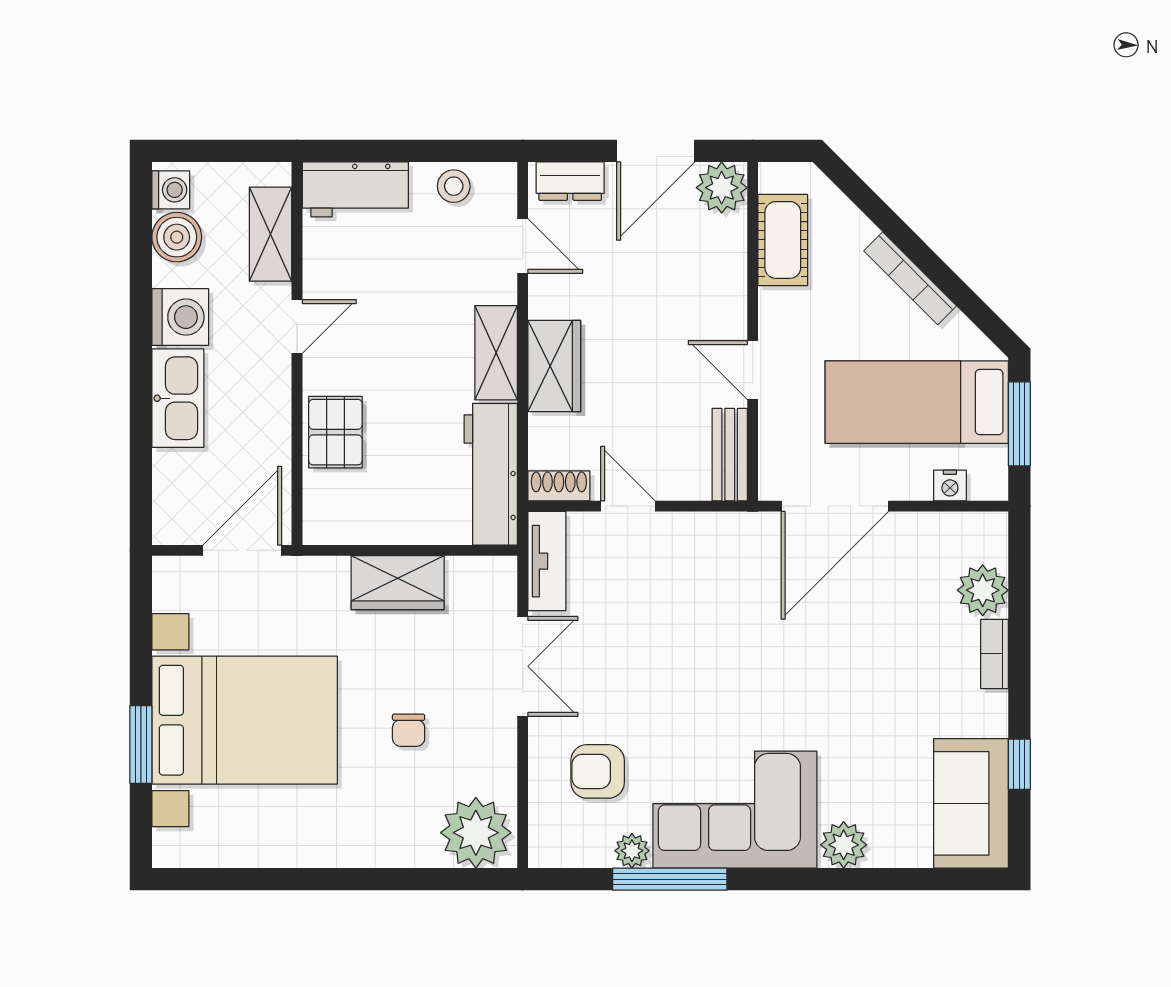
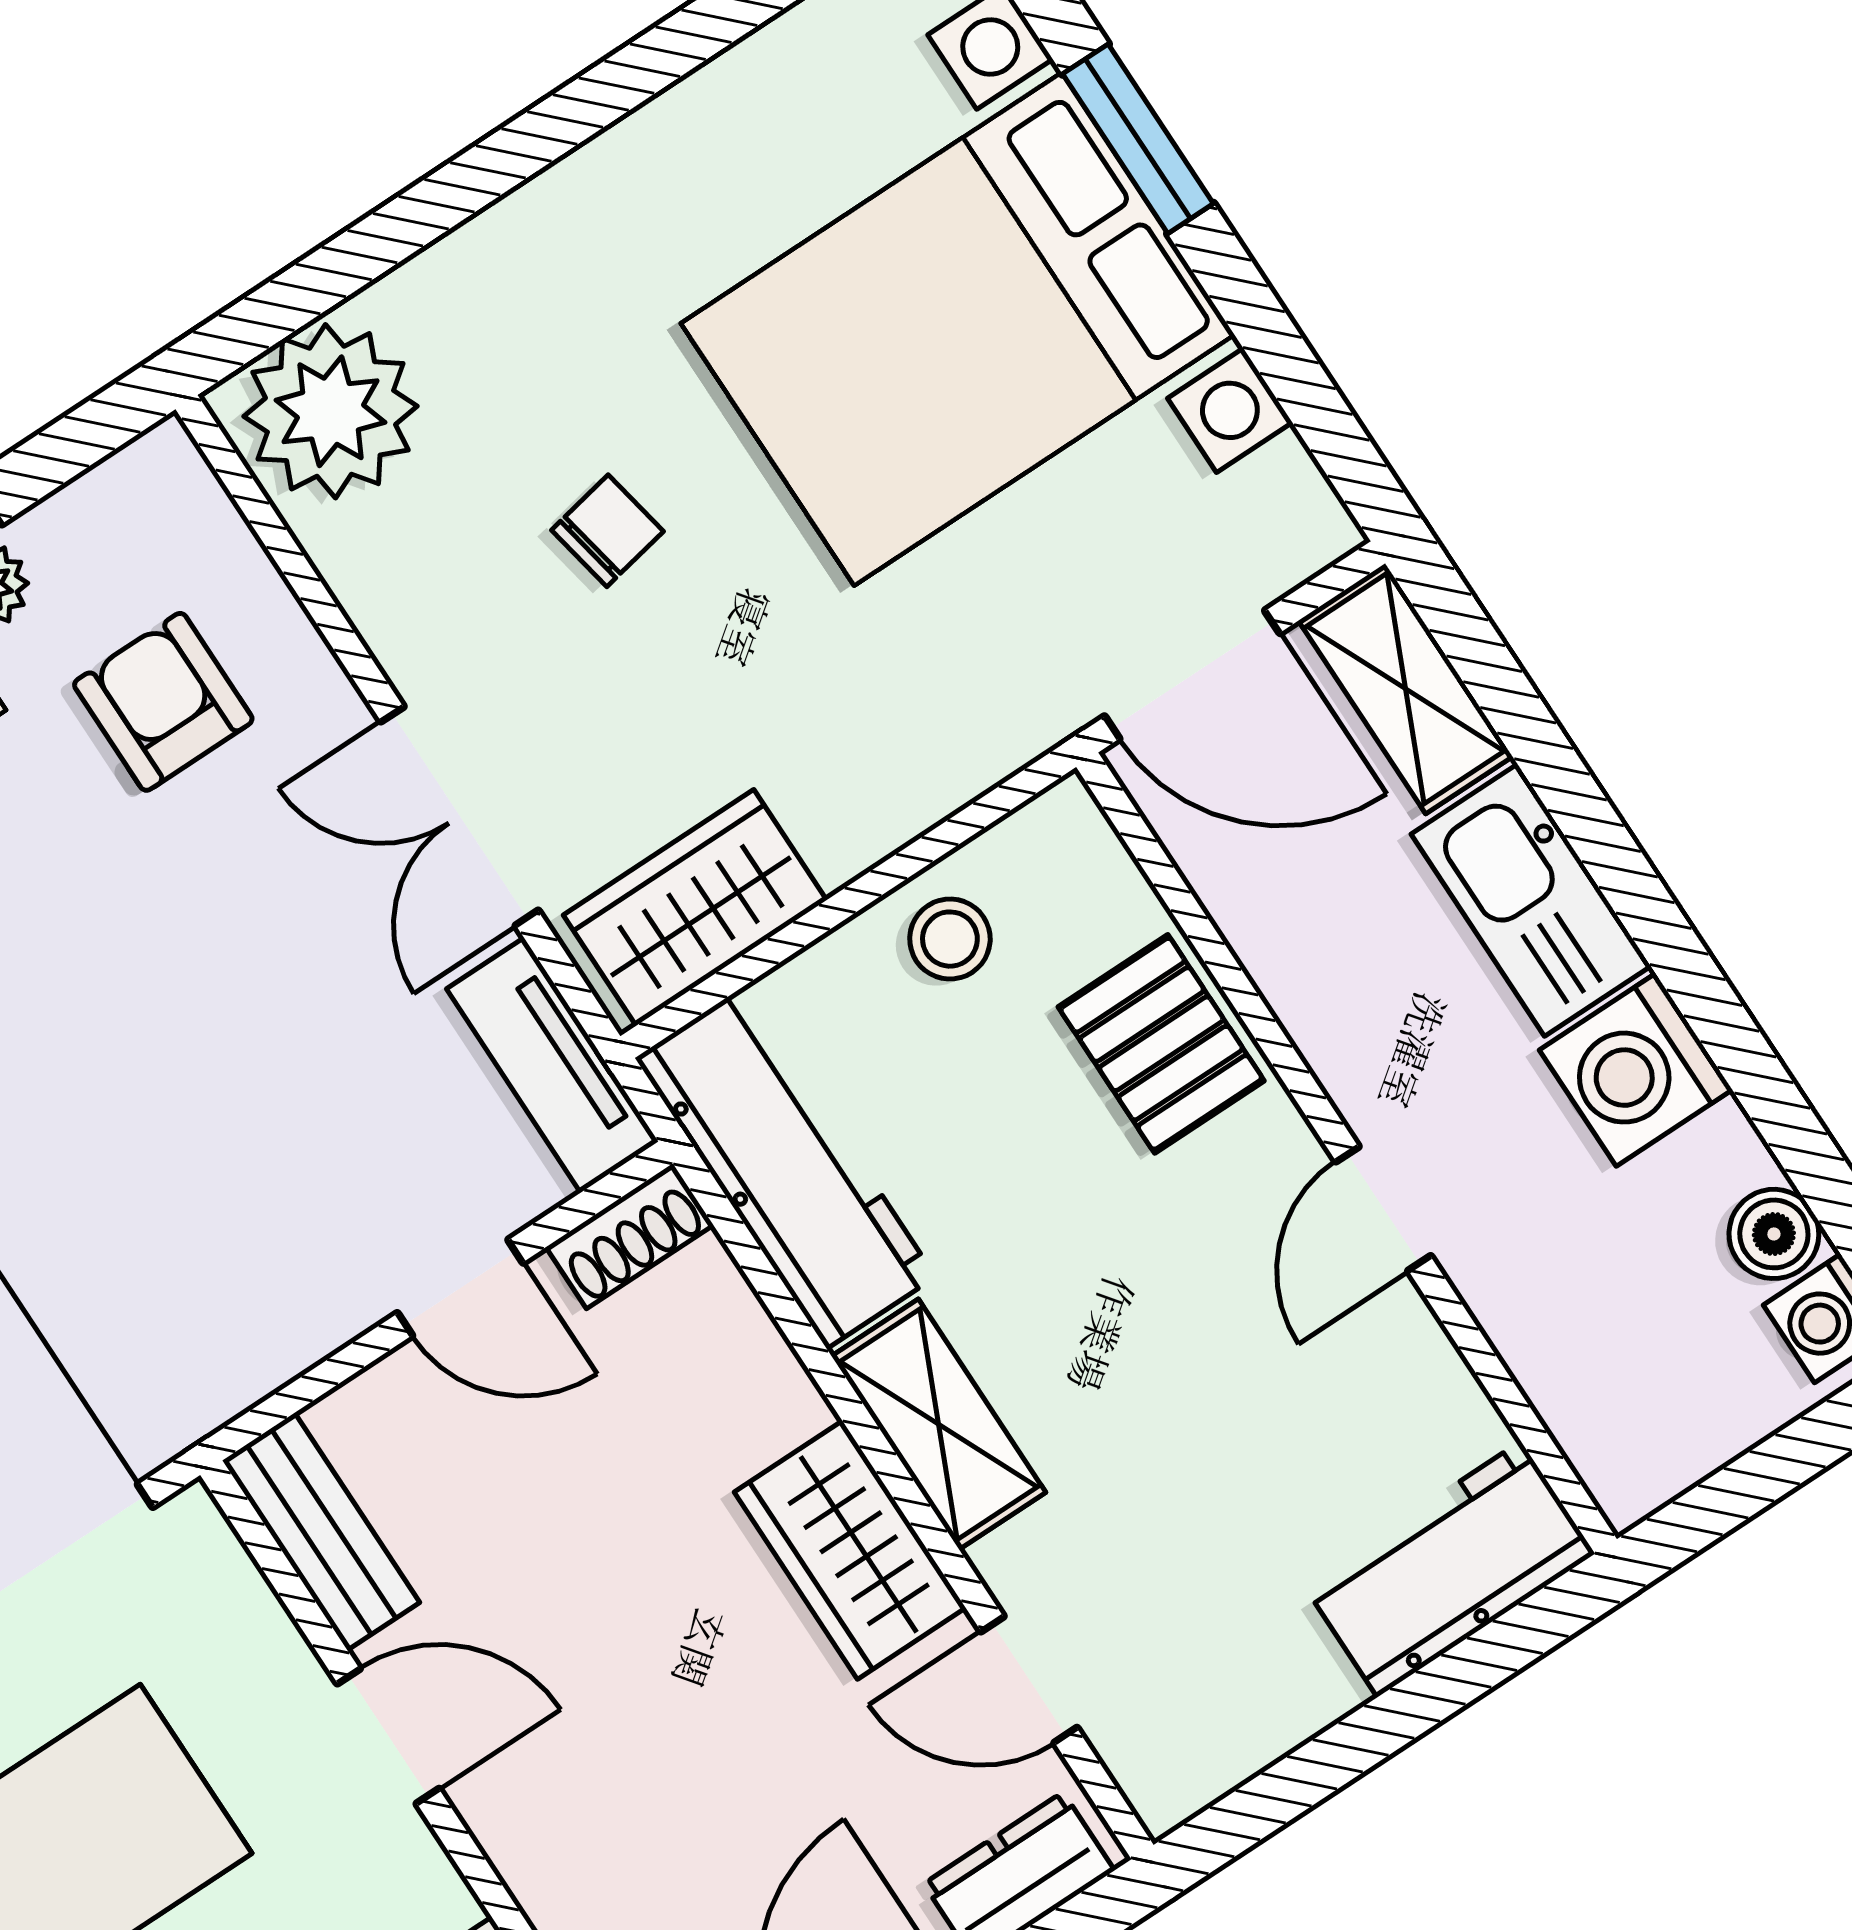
stool: (454, 186) -> (950, 939), moved
shelving: (271, 234) -> (1405, 689), moved
boiler: (177, 237) -> (1774, 1234), width x0.73, depth x0.73
wardrobe: (554, 366) -> (850, 1550), moved
door: (242, 550) -> (1192, 675), hinge flipped
wardrobe: (398, 583) -> (695, 908), moved
chair: (409, 730) -> (607, 531), turned 79
armchair: (598, 771) -> (163, 702), turned -90

